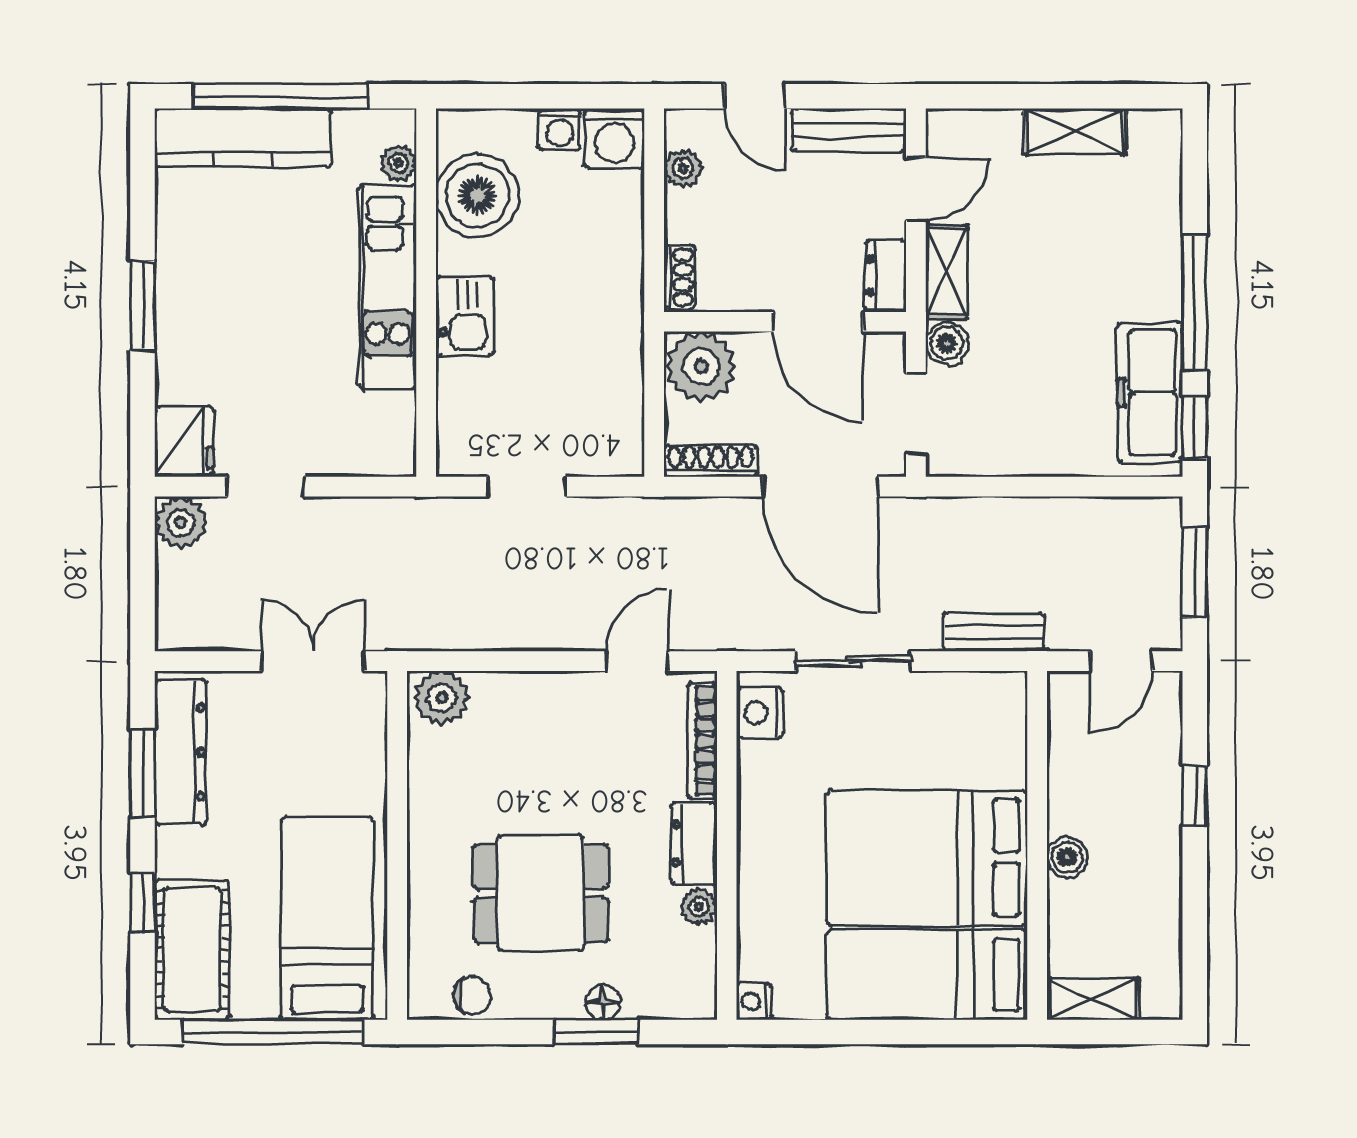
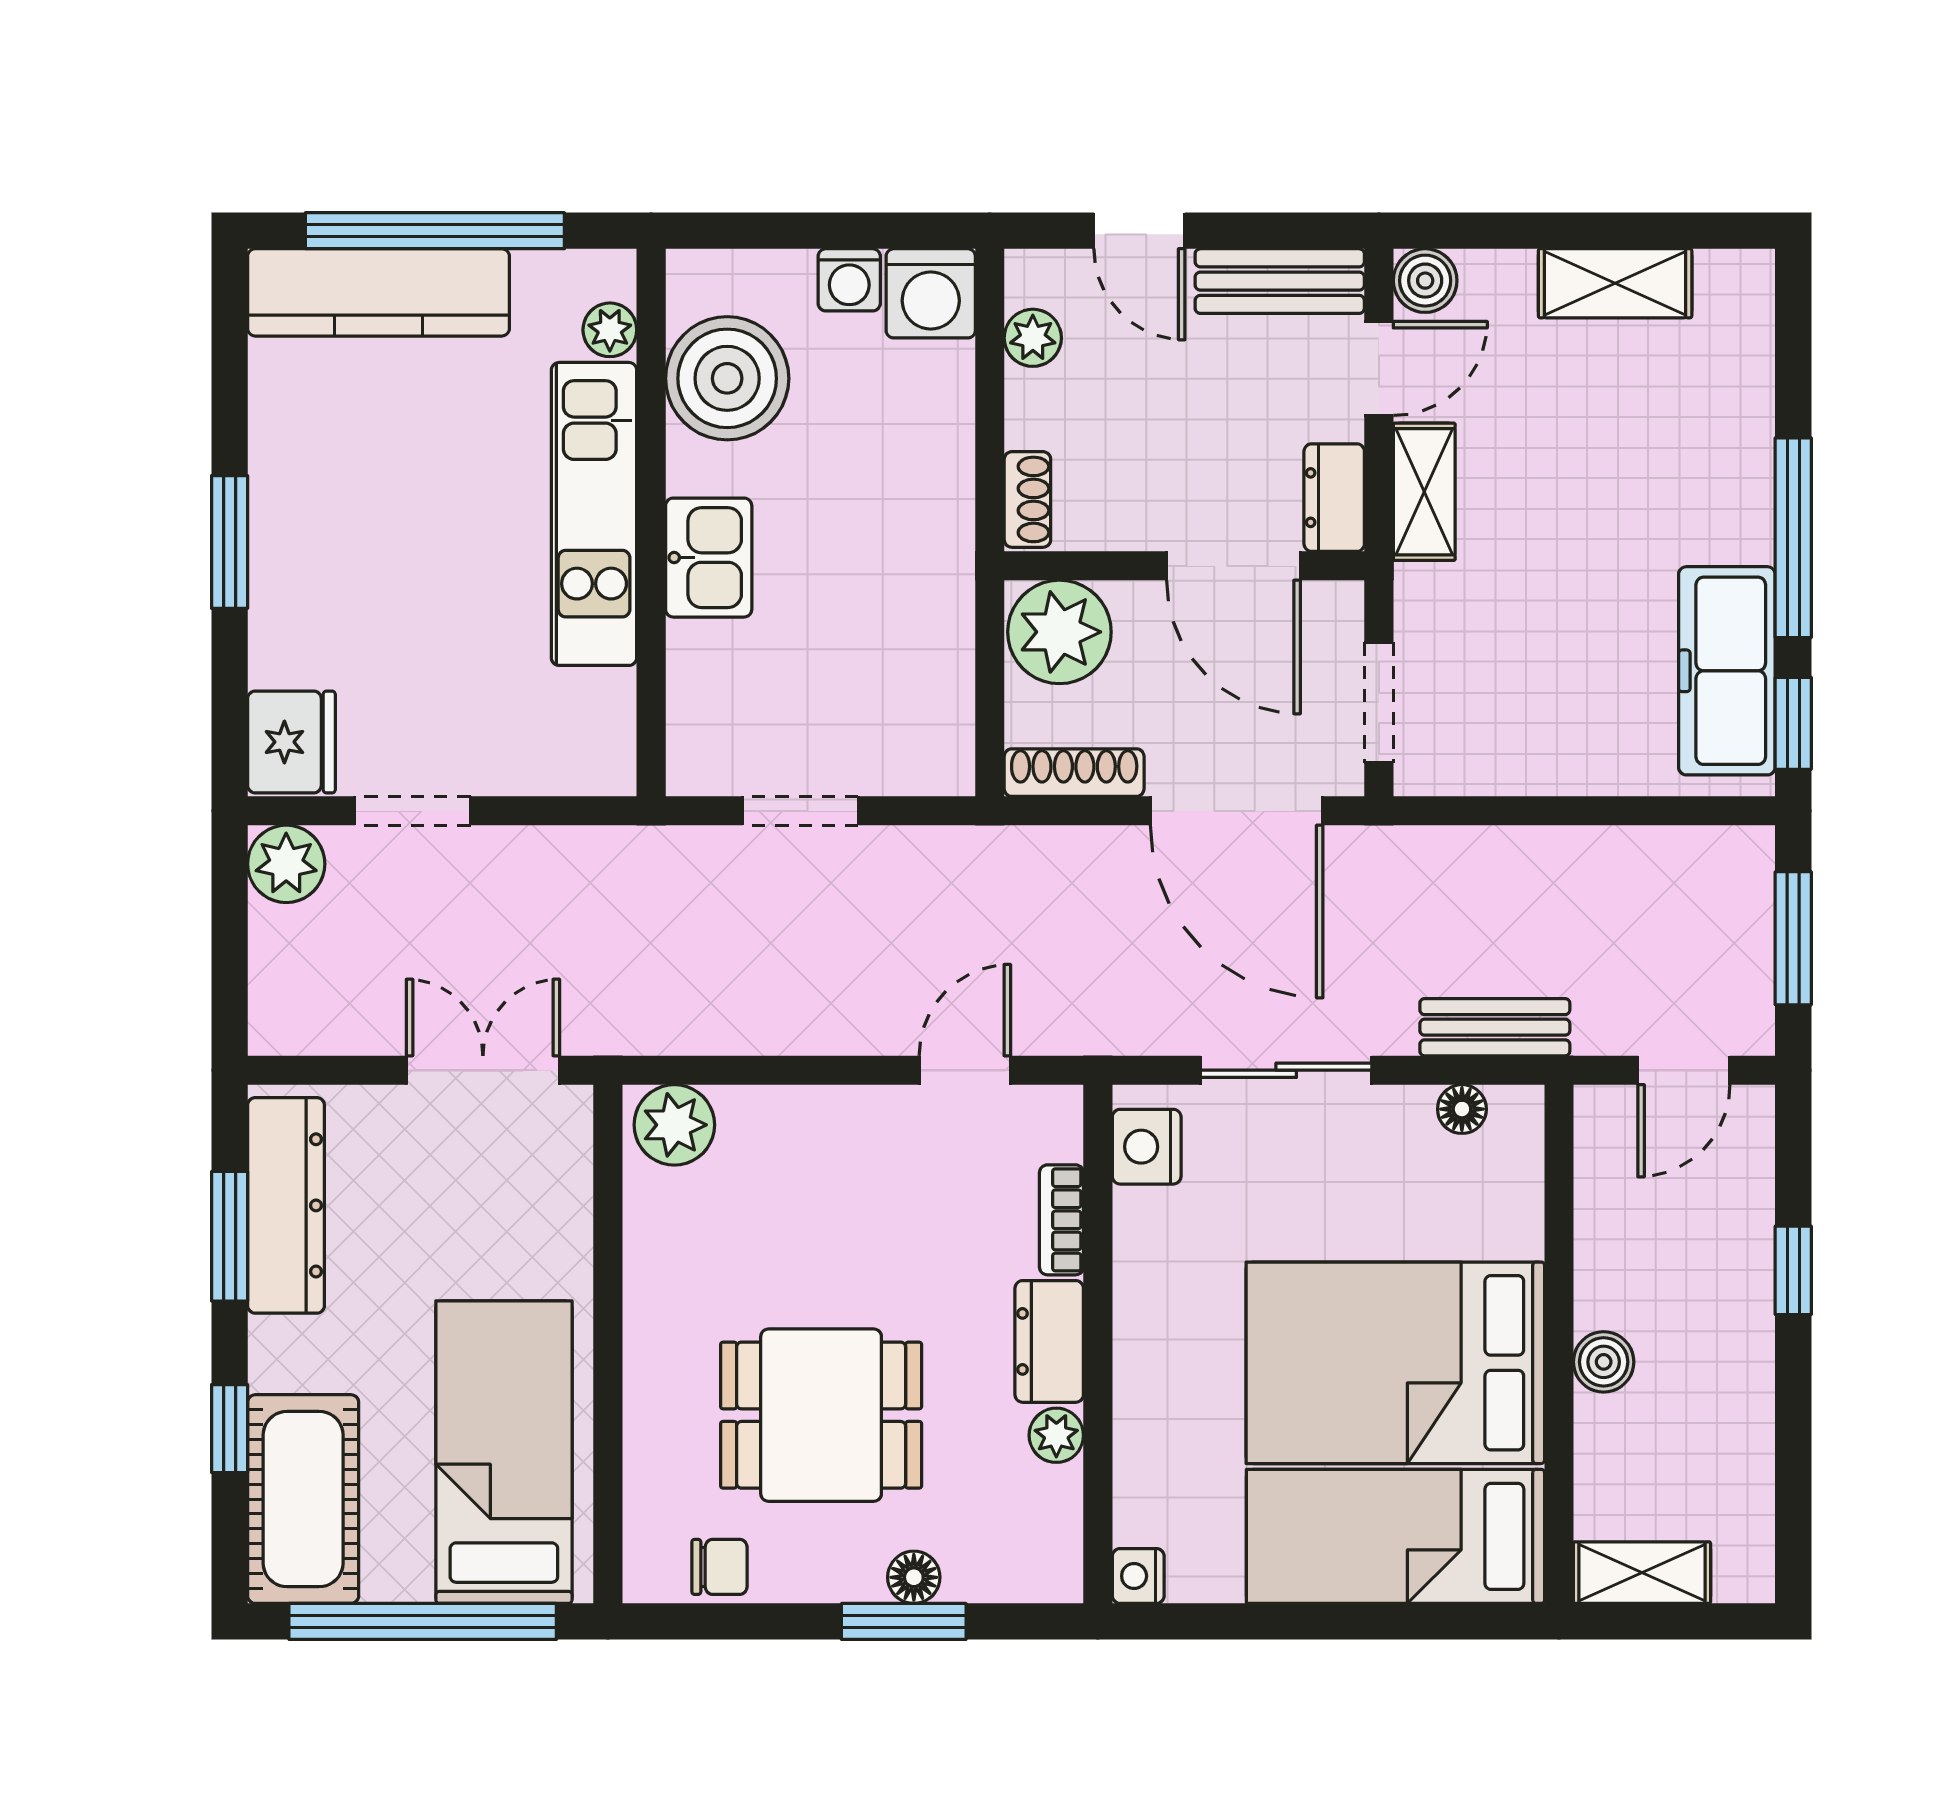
boiler: (947, 343) -> (1425, 281), moved
floor lamp: (972, 687) -> (1462, 1109), added
bookcase: (702, 741) -> (1061, 1220), width x0.64

